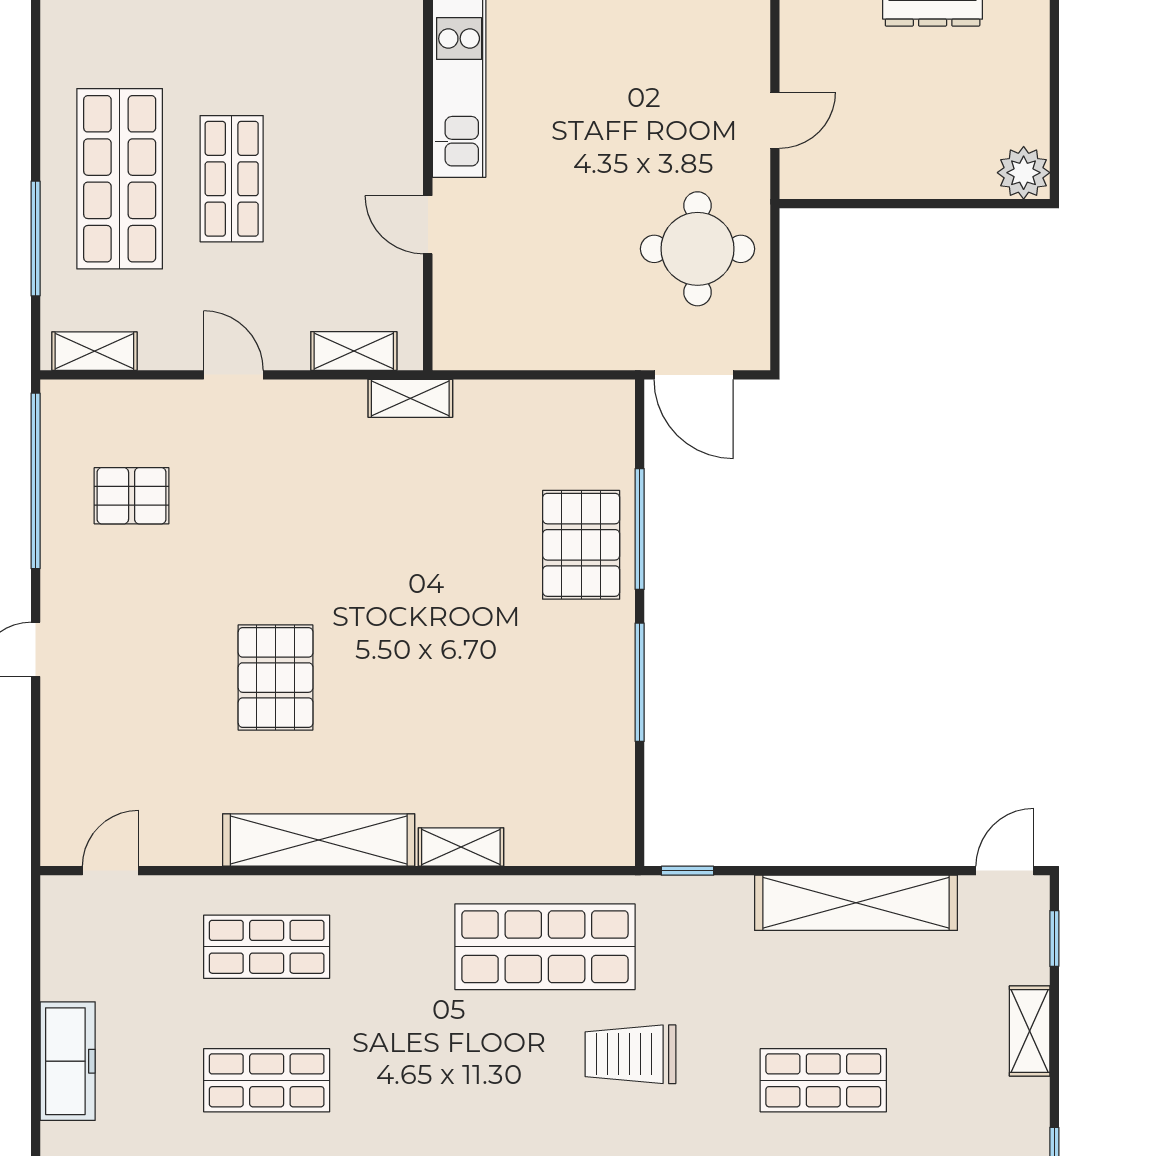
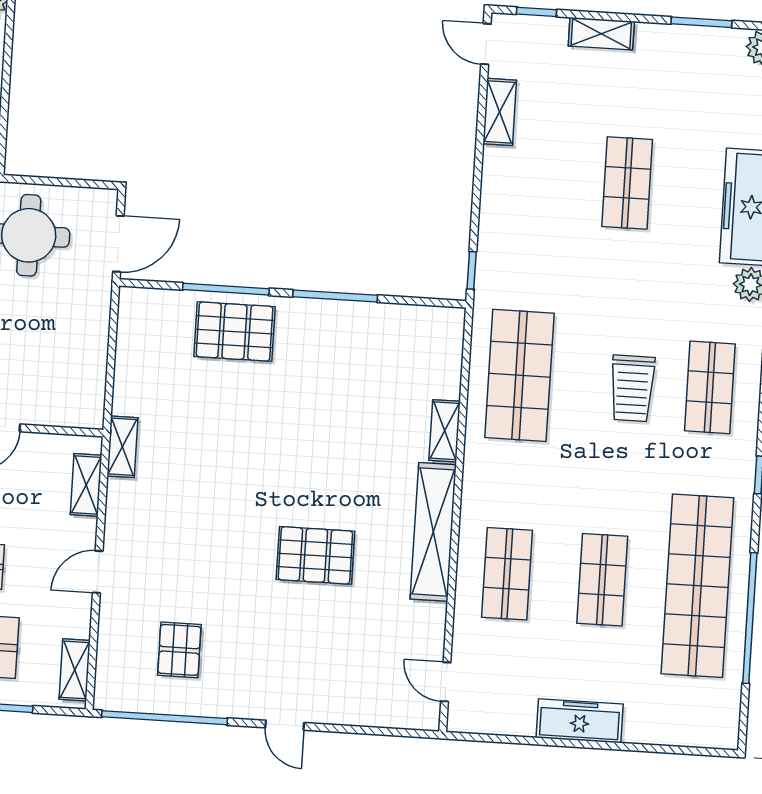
shelving: (856, 903) -> (500, 112), width x0.45, depth x0.75
trolley: (630, 1054) -> (632, 388), moved

